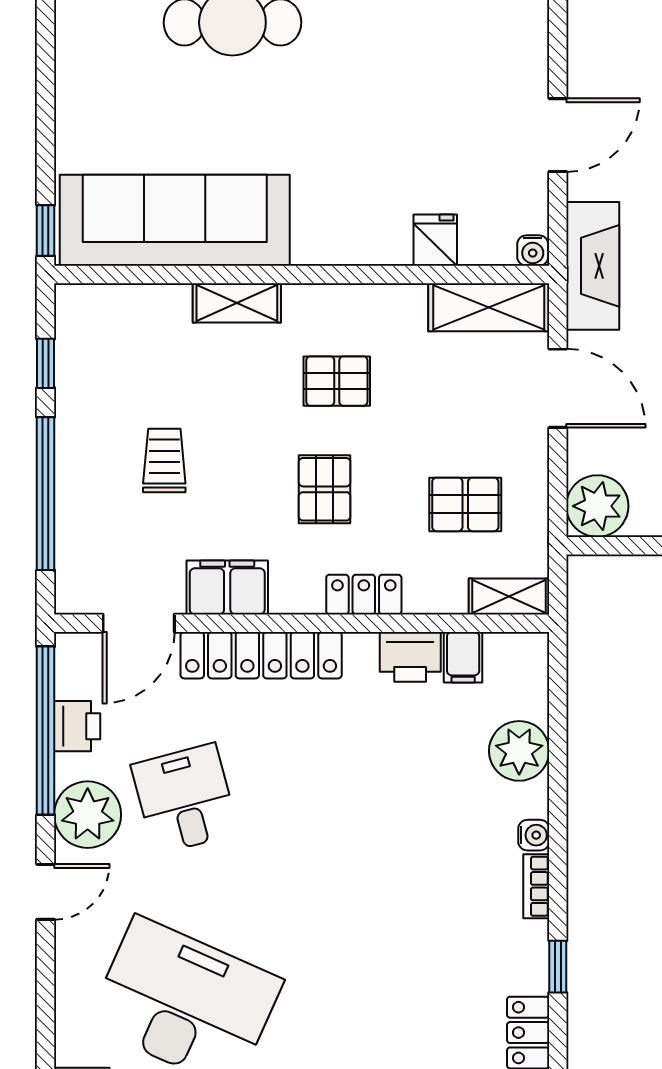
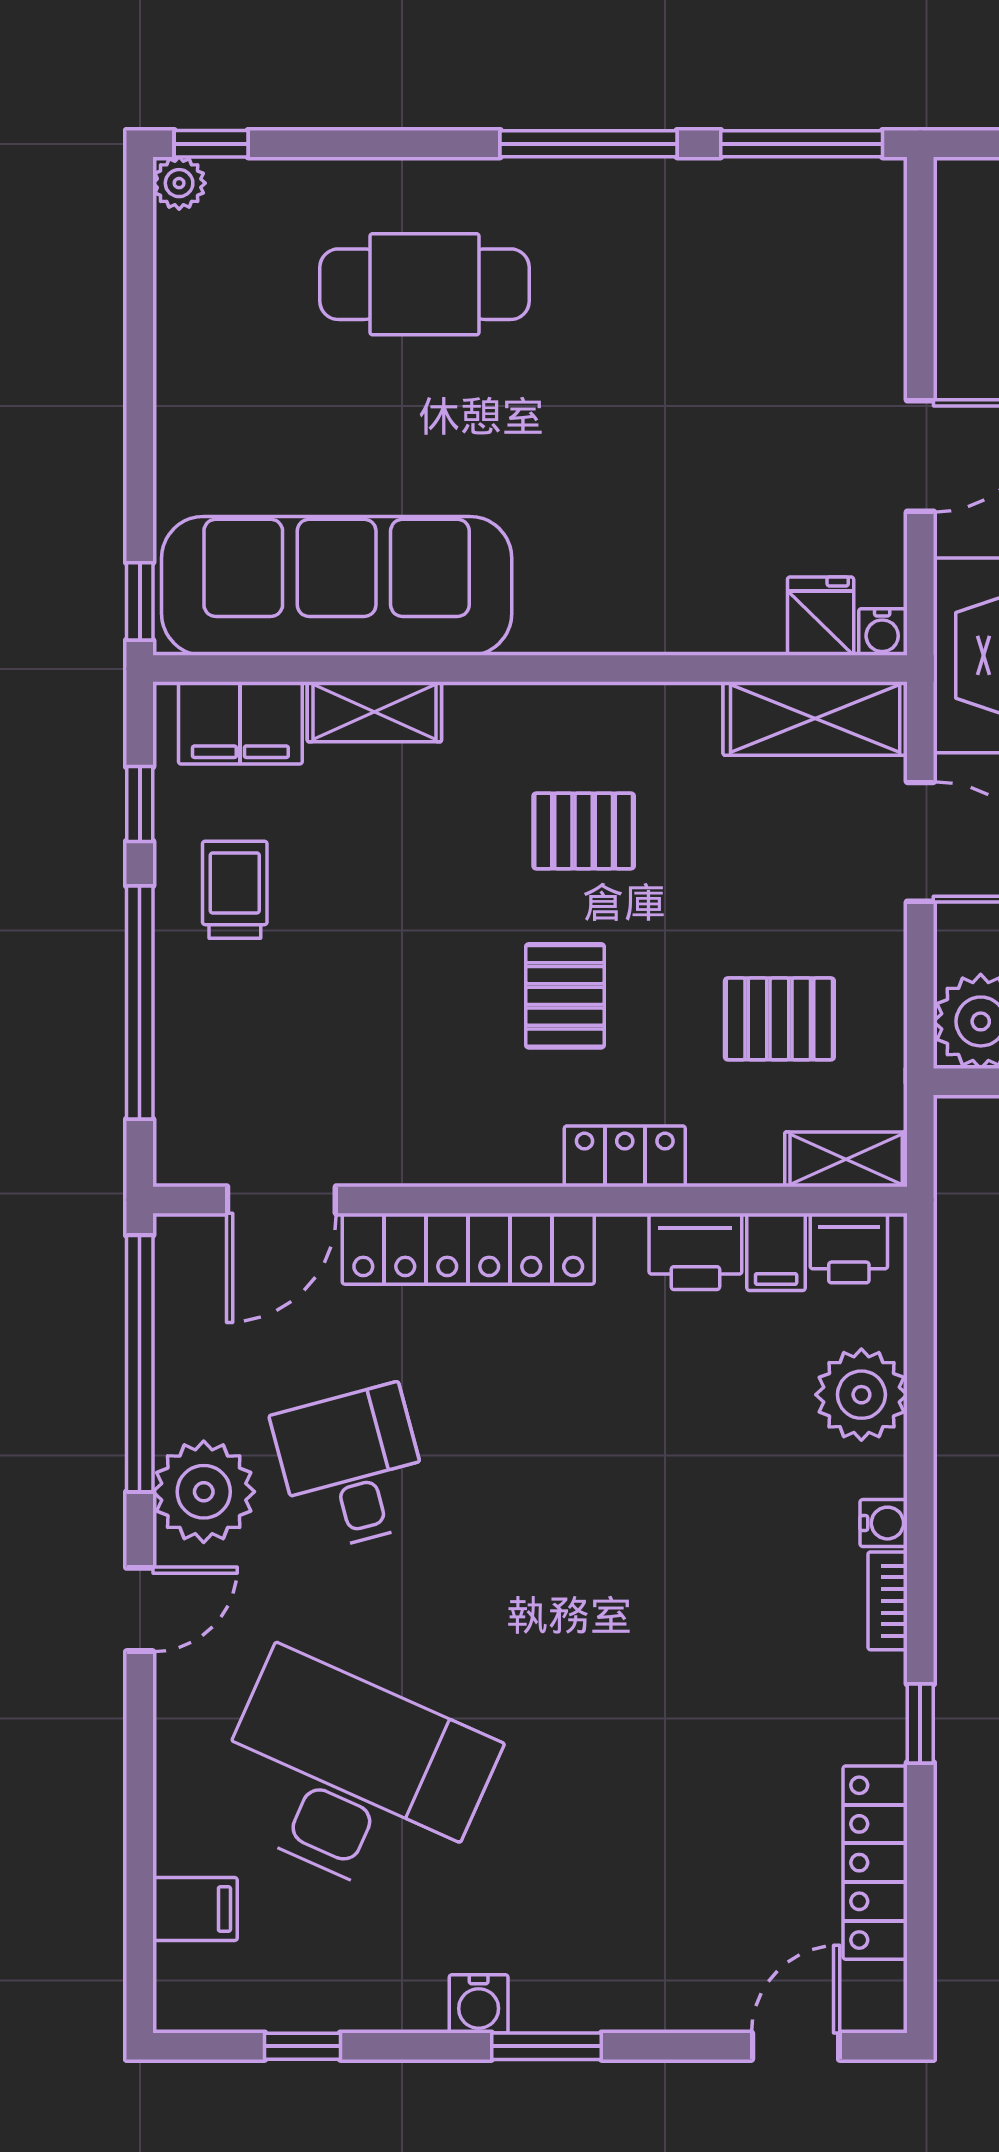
fridge: (435, 240) -> (821, 616), moved
shelving: (237, 303) -> (374, 712), moved
trolley: (164, 461) -> (235, 890), moved
filing cabinet: (227, 587) -> (240, 723), moved, turned 180
printer: (77, 726) -> (849, 1248), moved, turned 90

